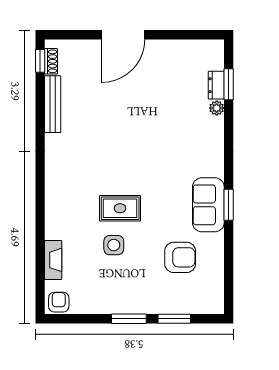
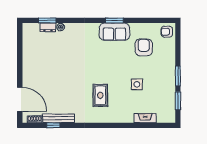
door: (123, 35) -> (20, 99), moved
window: (40, 61) -> (53, 125), moved
rug: (120, 208) -> (100, 95), moved
armchair: (59, 302) -> (167, 32), moved
window: (174, 319) -> (178, 101), moved

